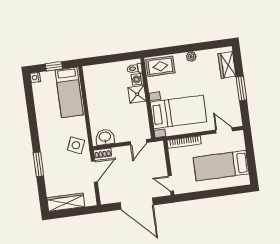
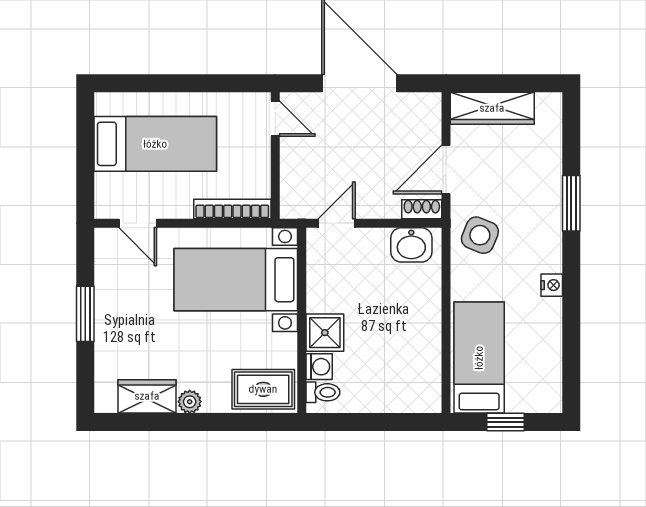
wardrobe: (227, 65) -> (147, 396), moved, turned -90
nightstand: (35, 78) -> (552, 285), moved
wardrobe: (66, 202) -> (492, 108), moved

